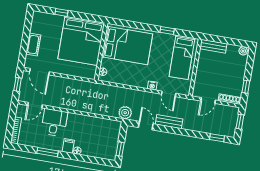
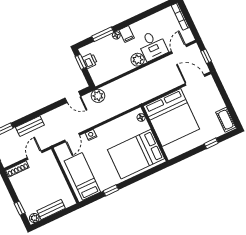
bed: (81, 41) -> (171, 117), moved, turned 180
cot: (33, 45) -> (226, 120), moved
bench: (213, 46) -> (51, 210), moved
window: (246, 87) -> (20, 208), moved
door: (169, 94) -> (72, 138), swing flipped
plant: (74, 120) -> (138, 60), added
bench: (169, 122) -> (30, 126), moved
printer: (112, 145) -> (90, 61), added
window: (47, 152) -> (103, 34), moved

